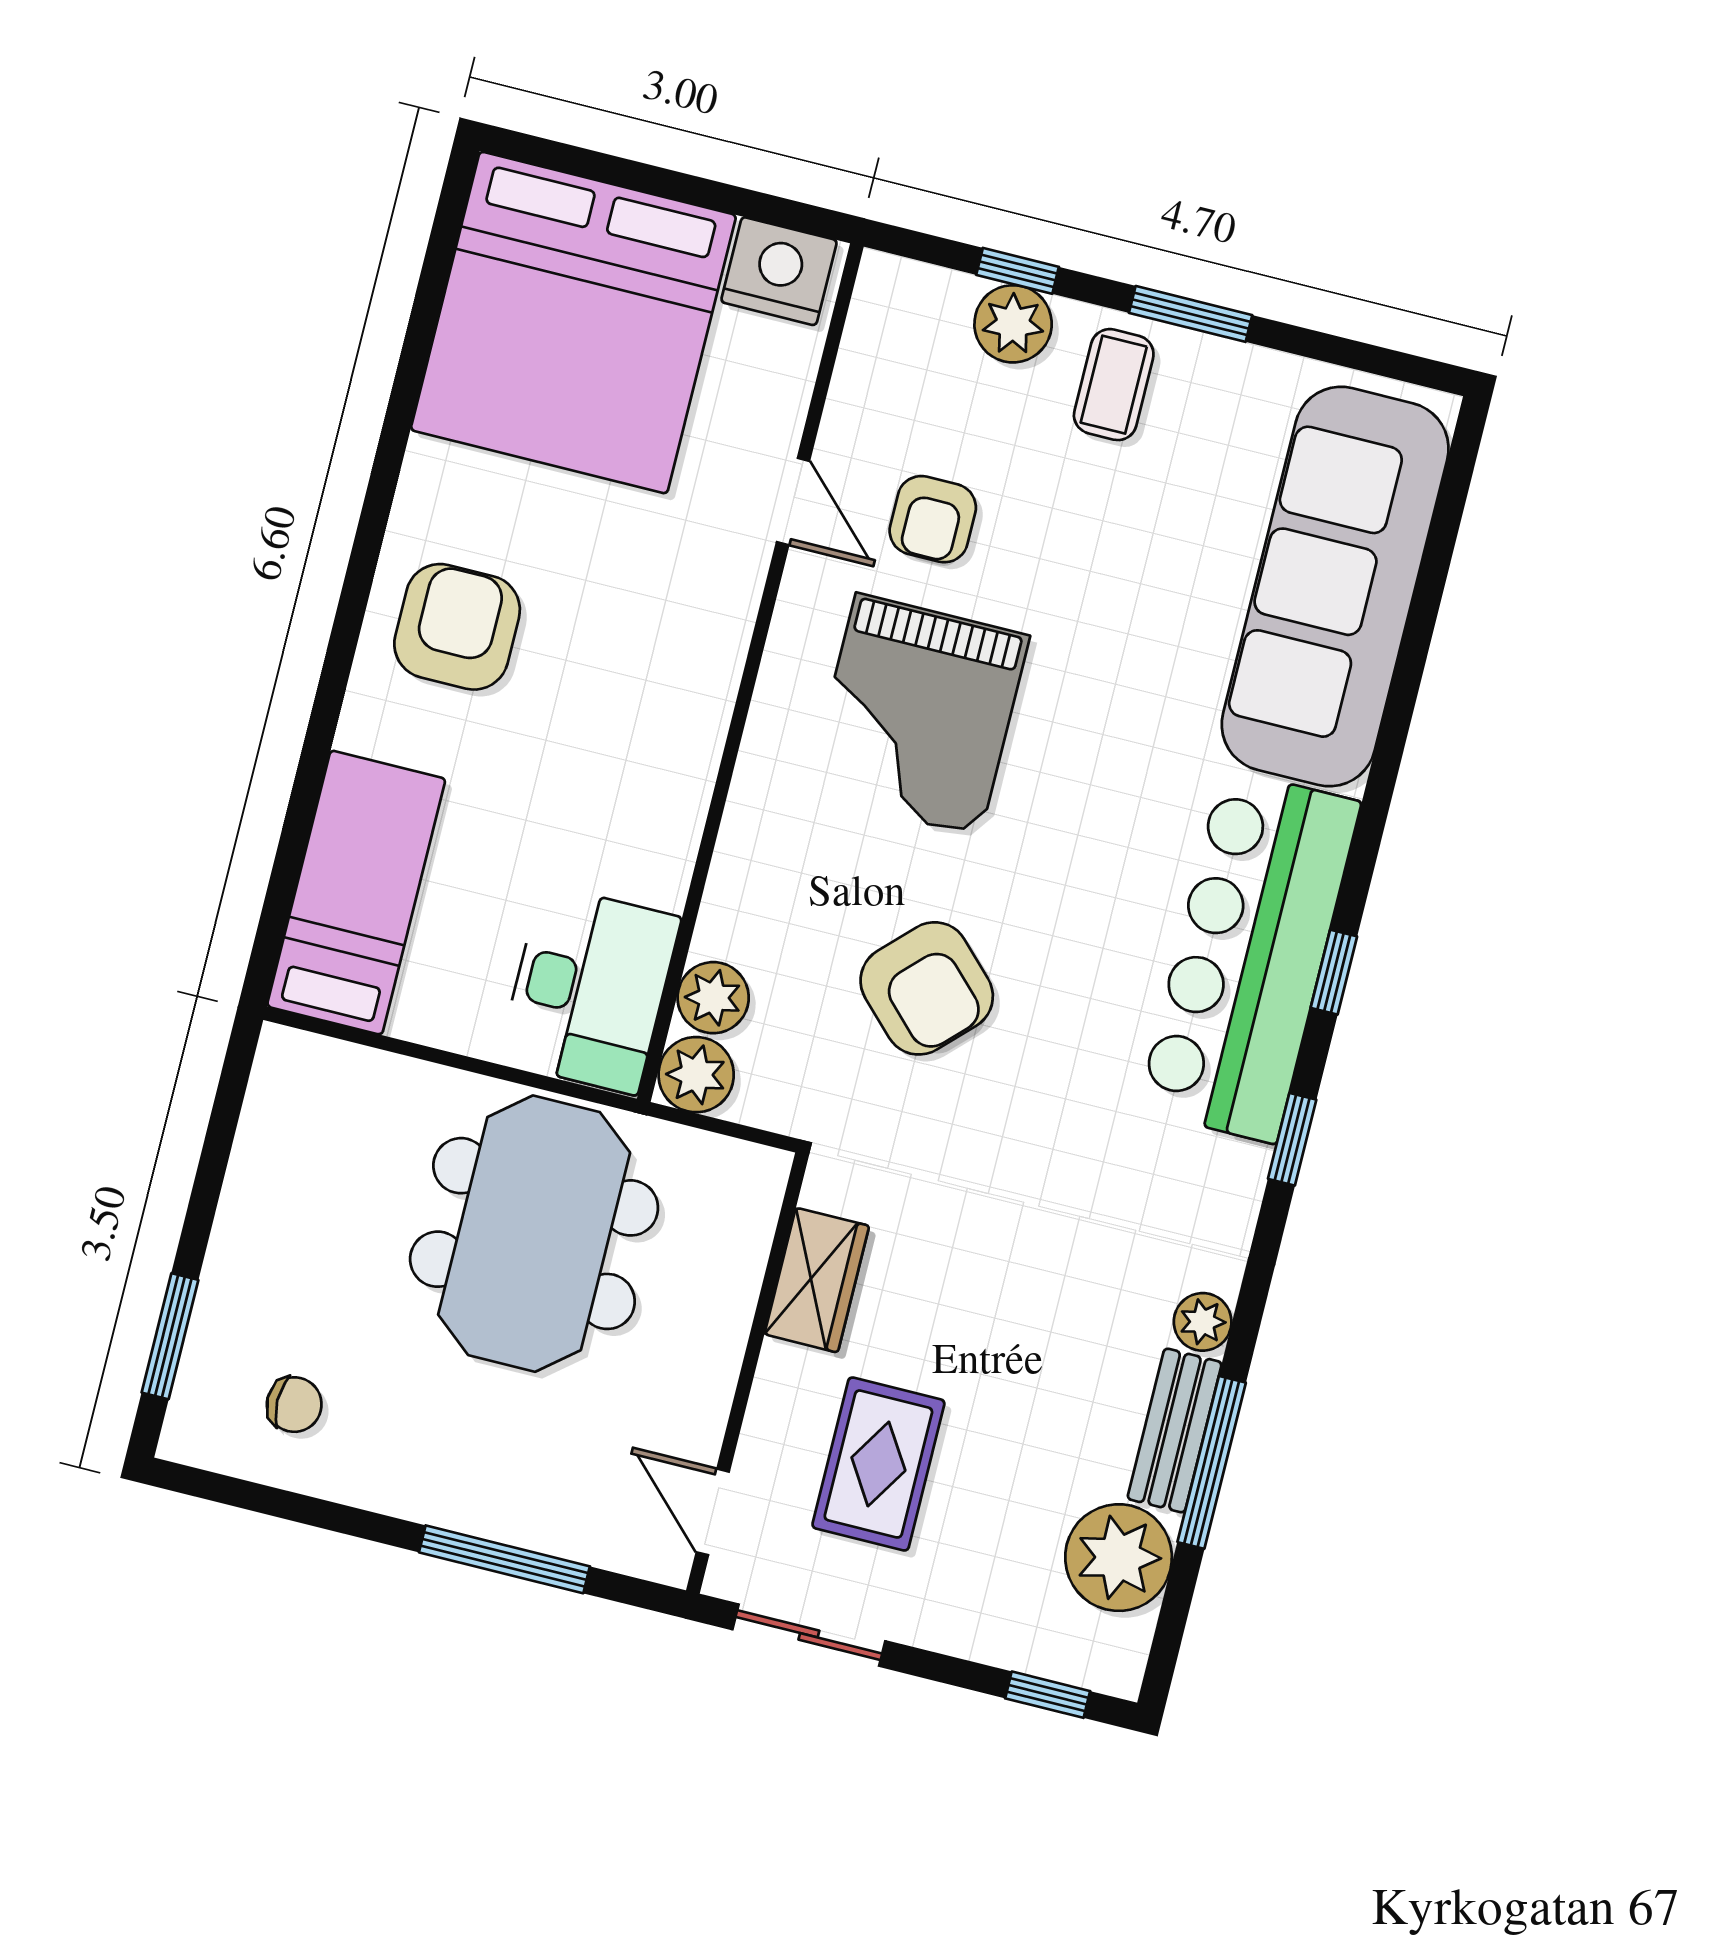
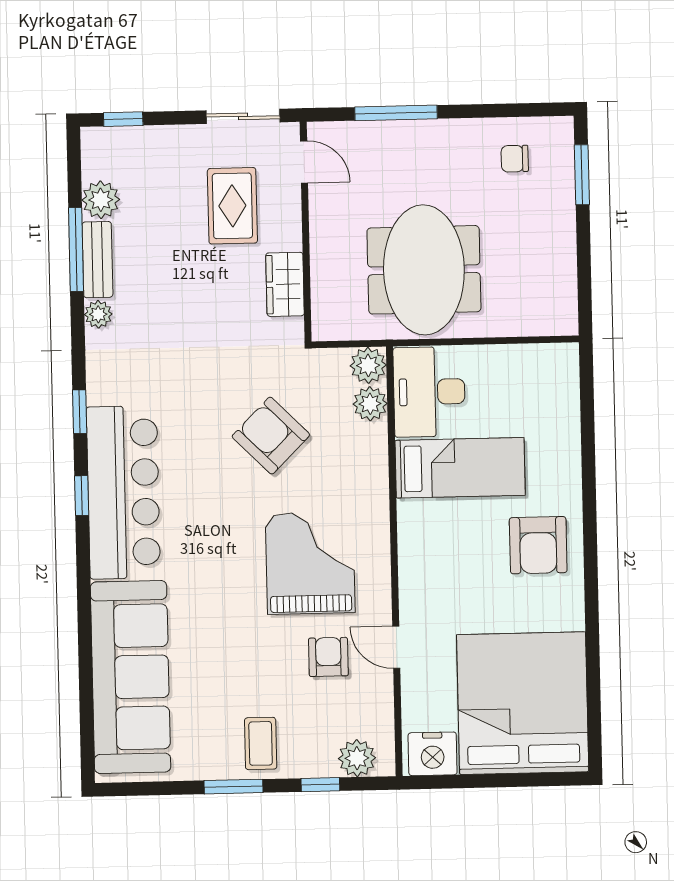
plant: (1013, 324) -> (357, 758), moved
bed: (356, 893) -> (460, 468), moved, turned -90
plant: (1119, 1558) -> (101, 200), width x0.73, depth x0.73

